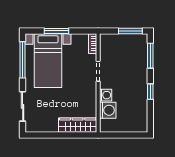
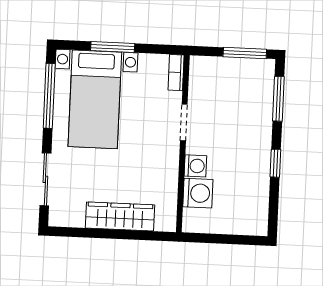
wardrobe: (78, 125) -> (120, 216), moved

